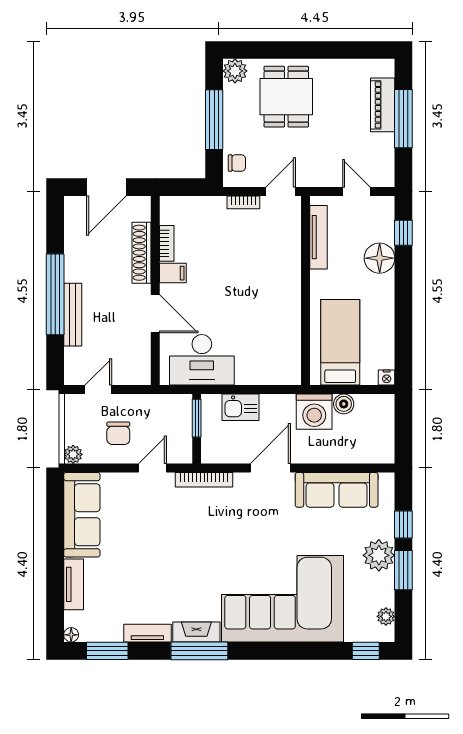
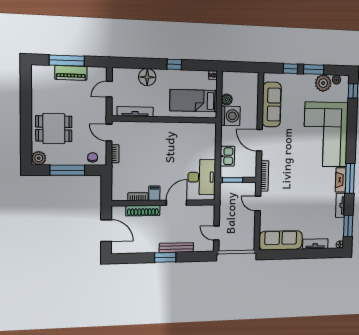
piano: (383, 105) -> (71, 73), moved
window: (403, 233) -> (174, 64), moved
window: (55, 294) -> (165, 257), width x0.47
chair: (118, 433) -> (240, 222), removed
plant: (73, 454) -> (250, 246), removed
plant: (379, 555) -> (323, 83), moved

